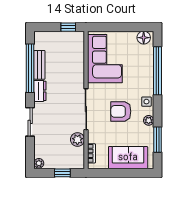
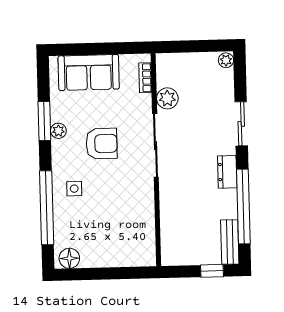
window: (68, 27) -> (212, 271), moved
corner sofa: (105, 59) -> (128, 224), removed
bench: (39, 65) -> (230, 242), moved
side table: (146, 102) -> (74, 189), moved
window: (158, 140) -> (44, 121), moved
window: (62, 173) -> (189, 46), removed

